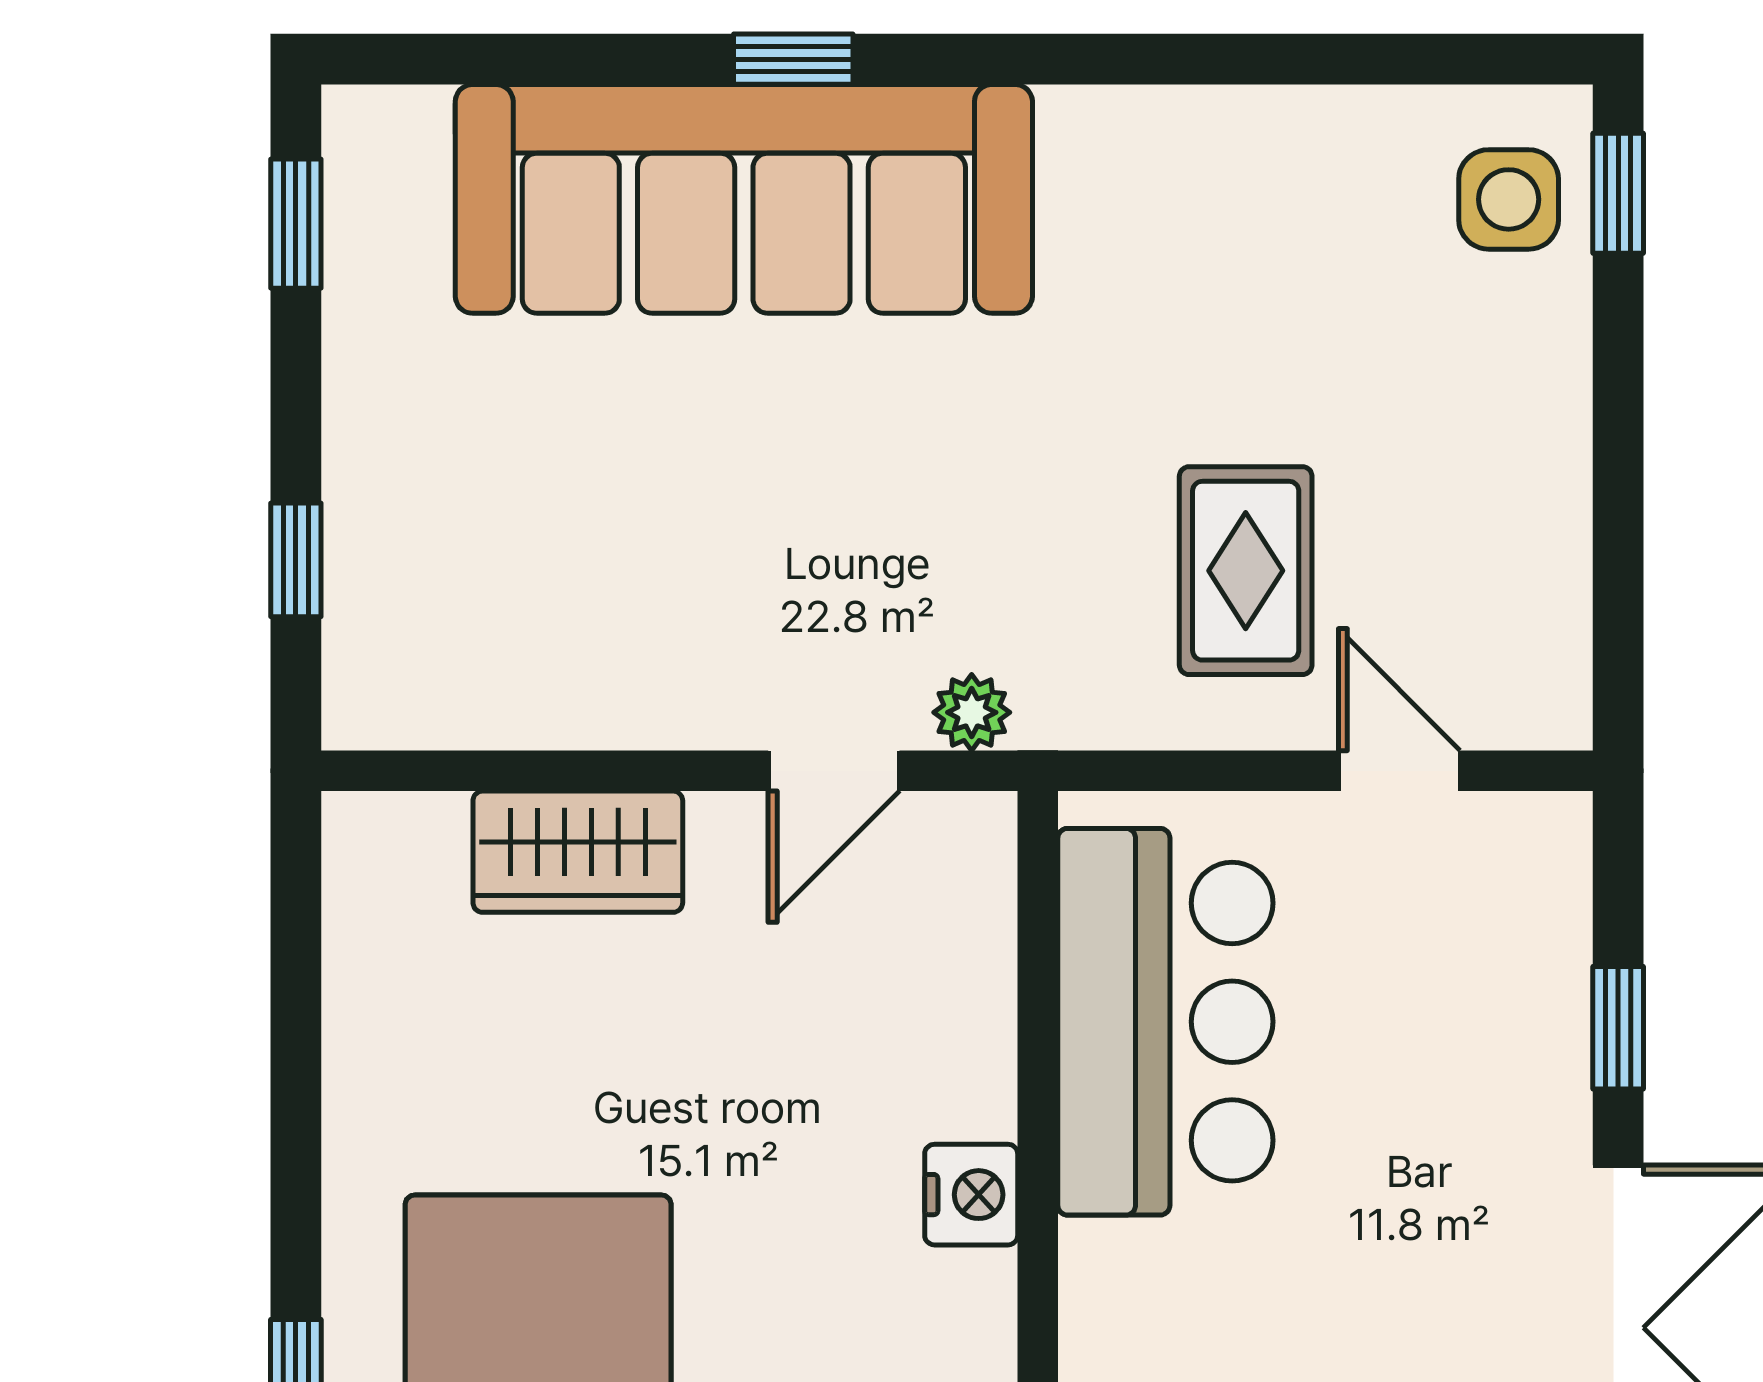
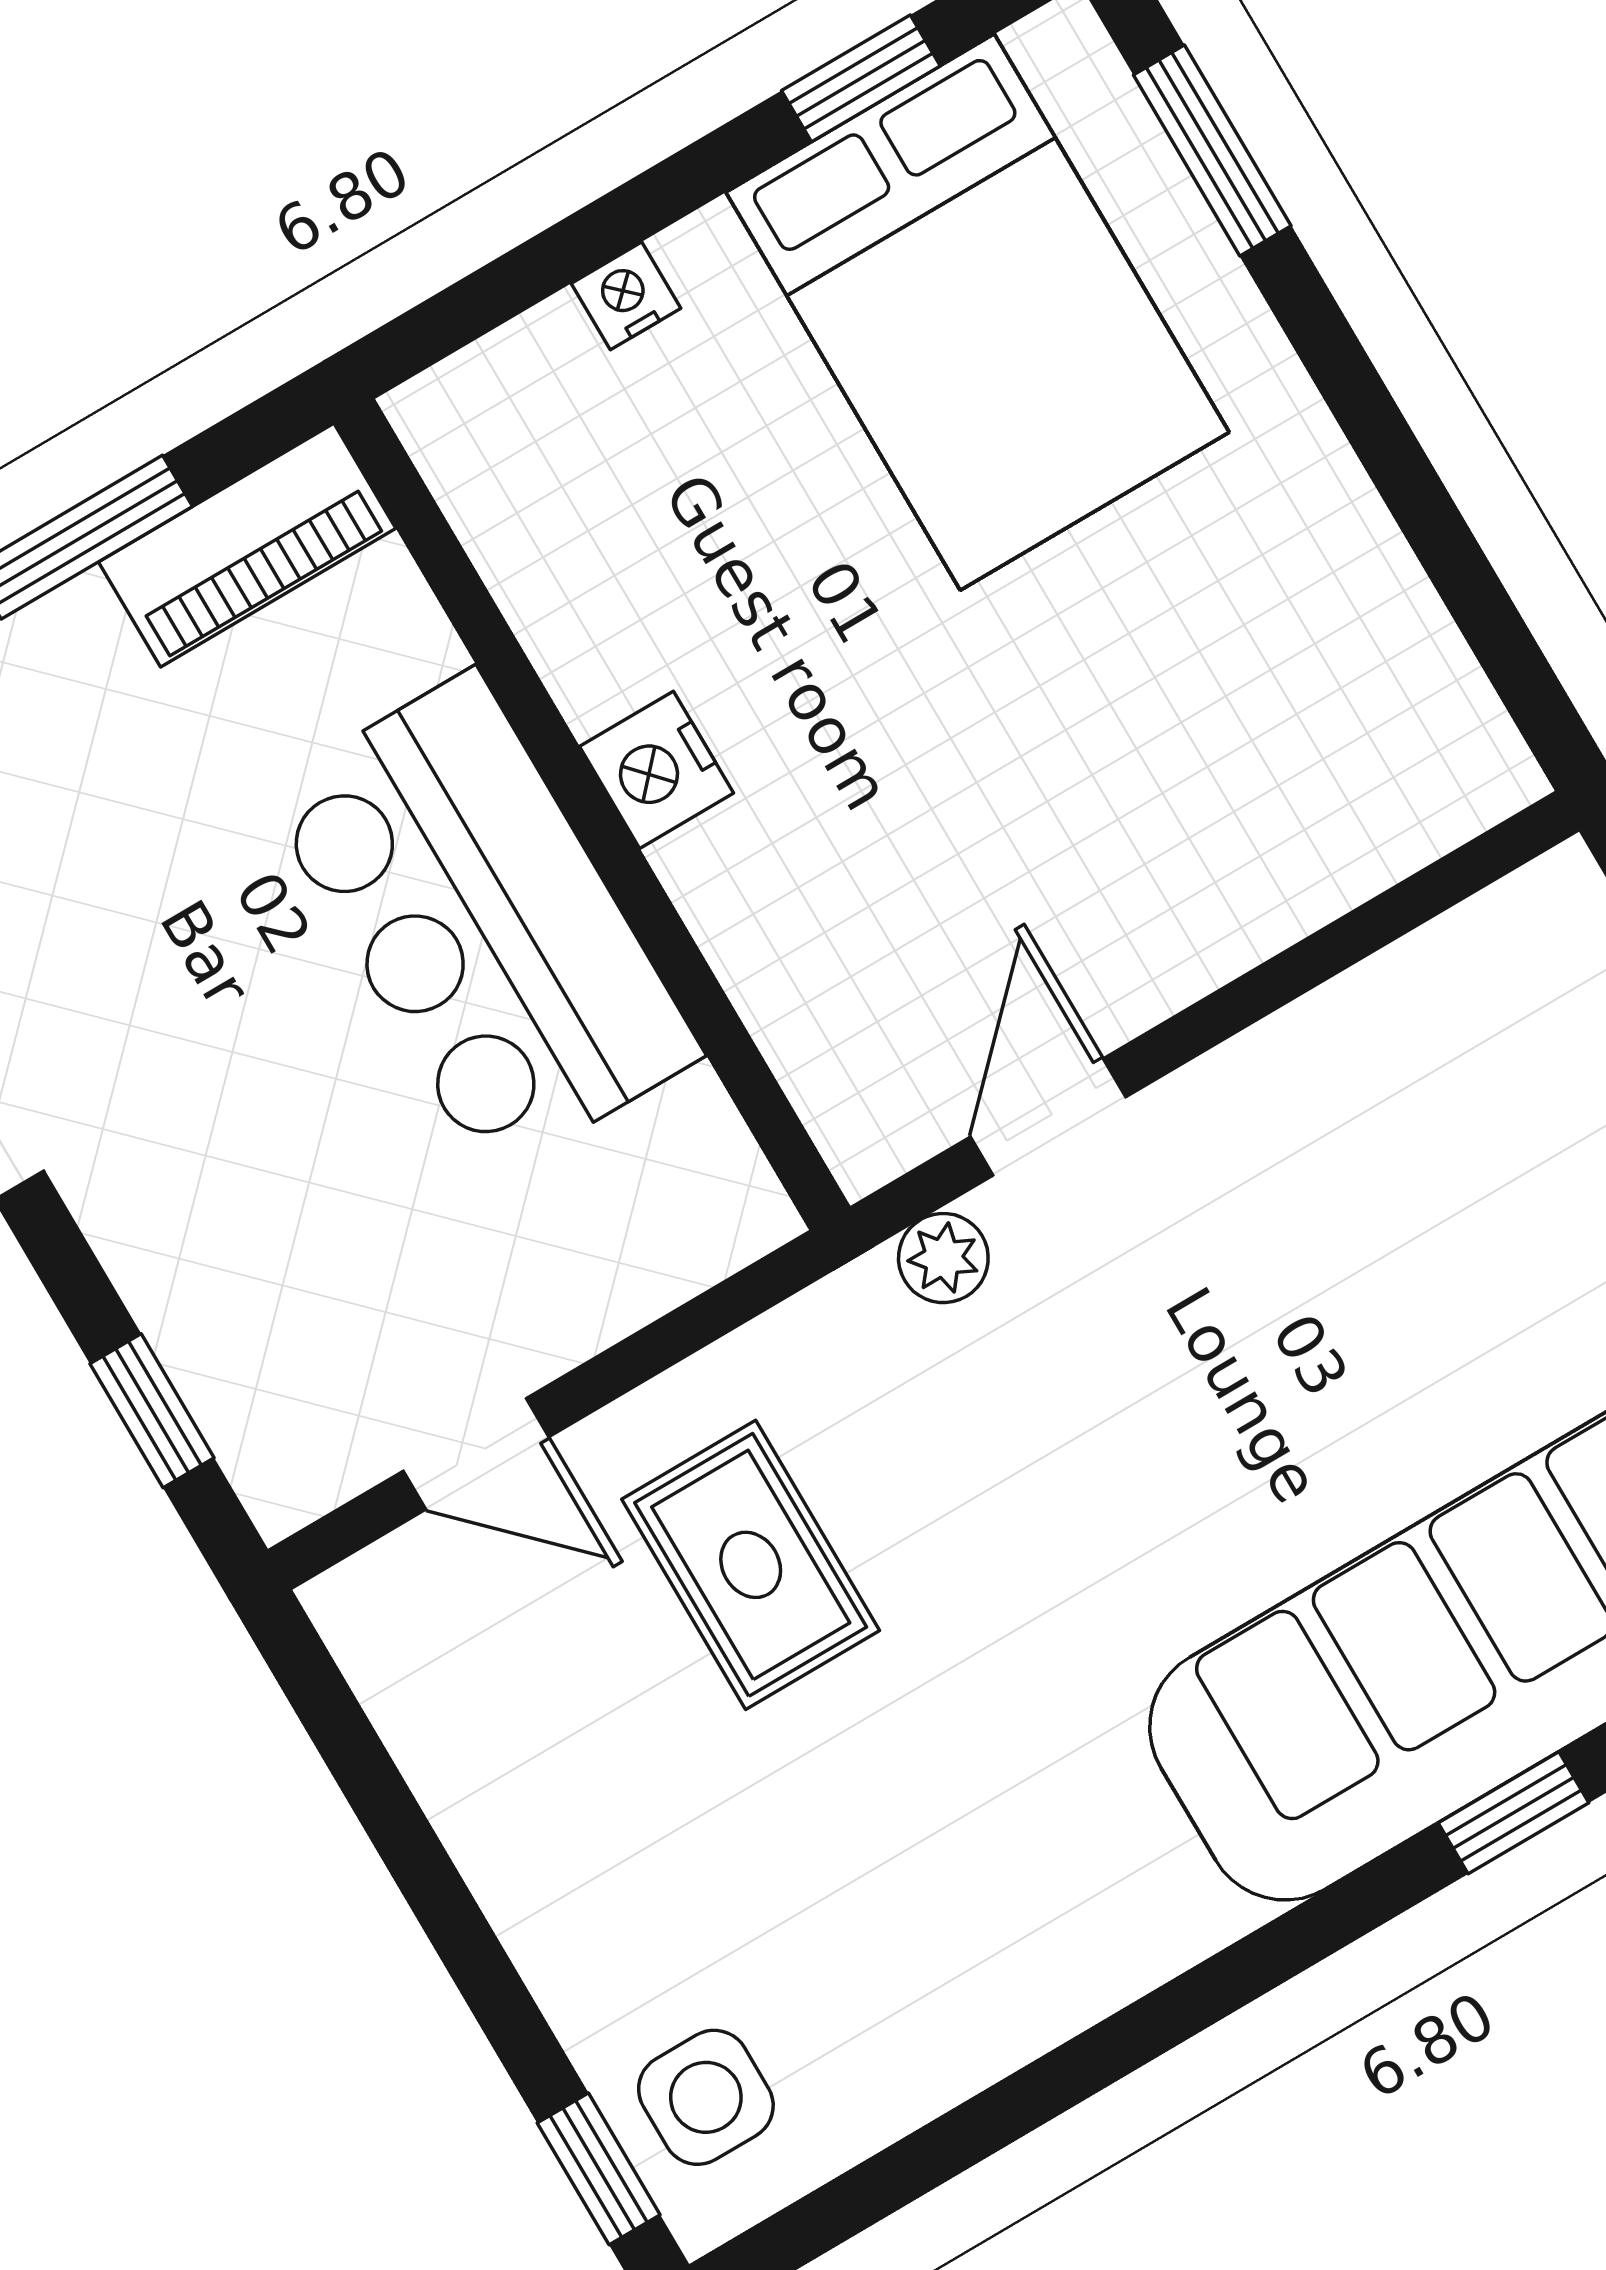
wardrobe: (578, 852) -> (1259, 882), removed
bar counter: (1165, 1022) -> (483, 924), moved
window: (1618, 1028) -> (152, 1411), moved

